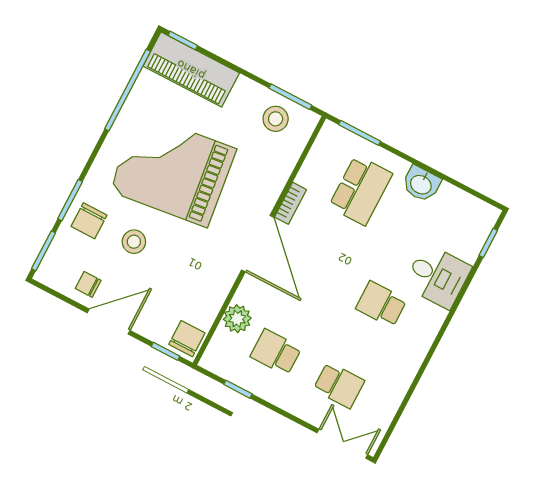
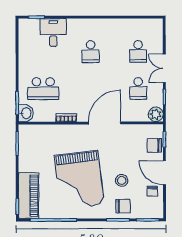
stool: (276, 119) -> (31, 145), removed
washbasin: (421, 184) -> (26, 113), moved
school desk: (361, 190) -> (43, 89), turned 180
door: (258, 244) -> (105, 123), moved
desk: (437, 276) -> (53, 32), moved
plant: (237, 319) -> (156, 114), moved
chair: (187, 339) -> (154, 145), moved
school desk: (339, 385) -> (138, 51), turned 180
double door: (342, 444) -> (164, 68), moved

